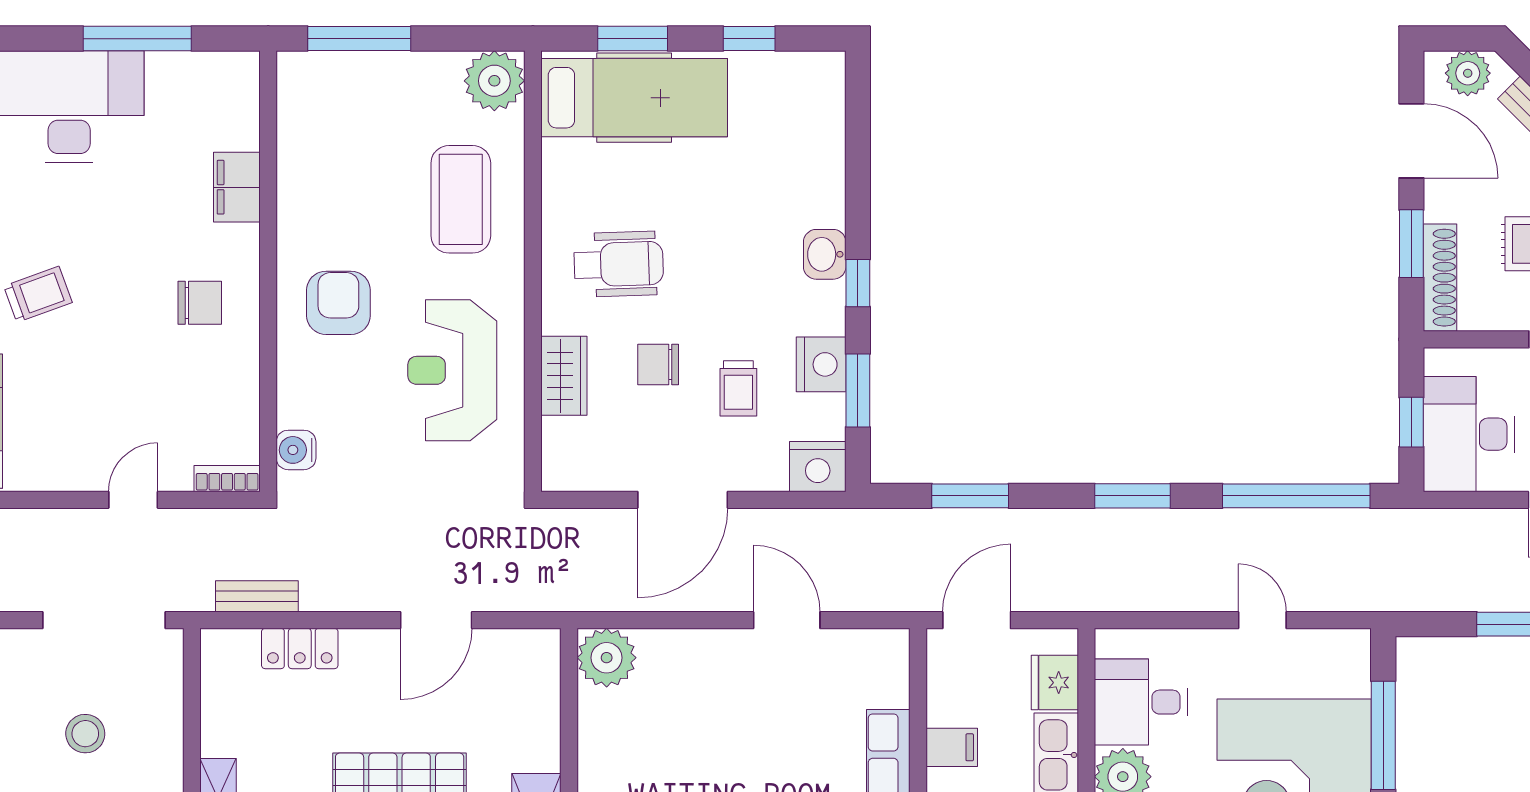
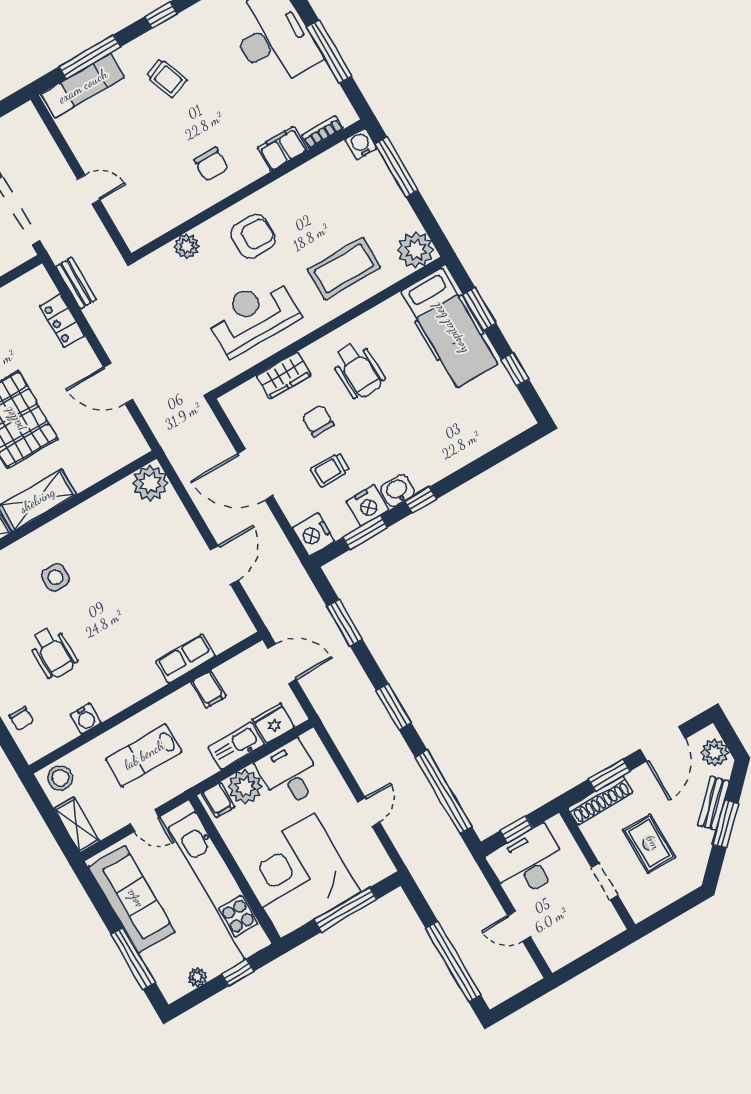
washbasin: (825, 254) -> (397, 490), moved
plant: (297, 406) -> (187, 246), added
water cooler: (296, 450) -> (361, 144), moved
bookcase: (227, 479) -> (322, 132), moved, turned -90

